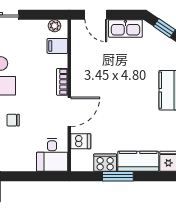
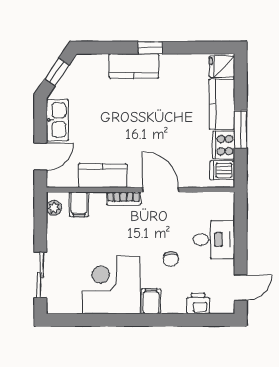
kitchen counter: (81, 65) -> (103, 176), added
dishwasher: (81, 141) -> (222, 170), moved, turned -90
desk: (52, 155) -> (214, 240), moved

